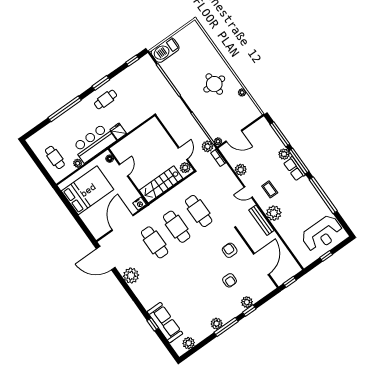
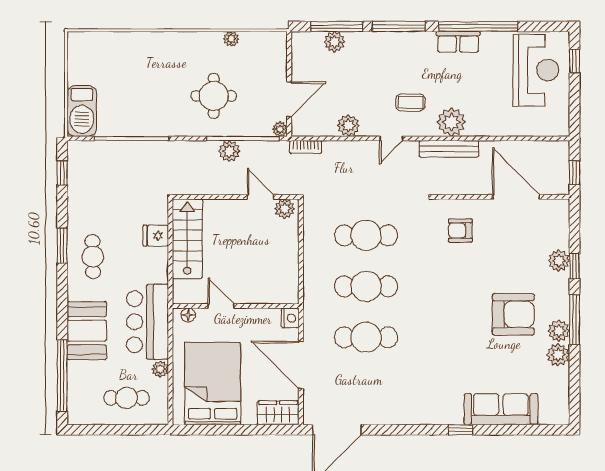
round table: (214, 84) -> (214, 96), moved
window: (65, 109) -> (62, 376), moved
booth: (72, 120) -> (87, 331), added
fridge: (118, 131) -> (156, 236), moved
plant: (207, 146) -> (229, 151), moved
plant: (284, 154) -> (334, 42), moved
row of seats: (294, 169) -> (458, 42), moved
stairs: (161, 184) -> (187, 239), moved, turned 180
wardrobe: (95, 228) -> (278, 413), added
window: (326, 256) -> (574, 61), moved
plant: (131, 276) -> (391, 410), removed
armchair: (230, 280) -> (513, 314), moved, width x1.88, depth x1.88
window: (153, 324) -> (460, 430), moved
plant: (189, 343) -> (558, 355), moved

